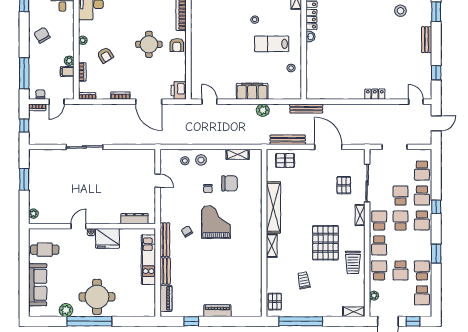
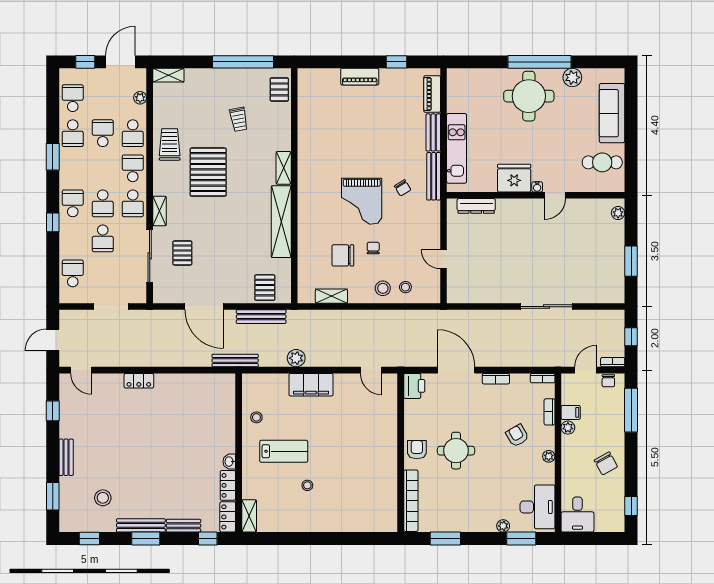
pallet: (285, 160) -> (265, 288), turned 90
school desk: (422, 196) -> (73, 238), removed

